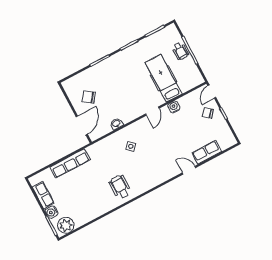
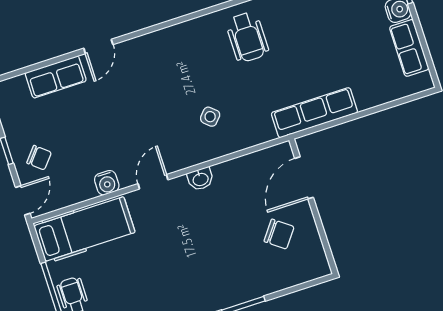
hospital bed: (164, 78) -> (84, 229), moved, turned -90
washbasin: (116, 124) -> (200, 179), moved
row of seats: (70, 163) -> (314, 113), moved
door: (189, 170) -> (98, 46), hinge flipped

